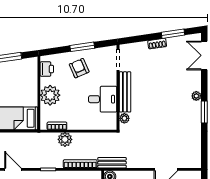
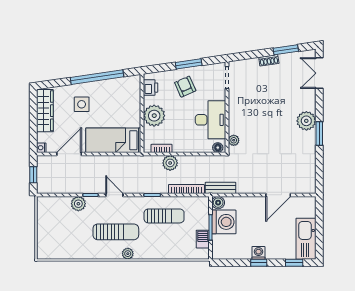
bench: (125, 92) -> (234, 112), removed
plant: (196, 96) -> (306, 121), width x1.88, depth x1.88
desk: (103, 99) -> (210, 120), width x1.37
floor lamp: (109, 125) -> (218, 148), added

